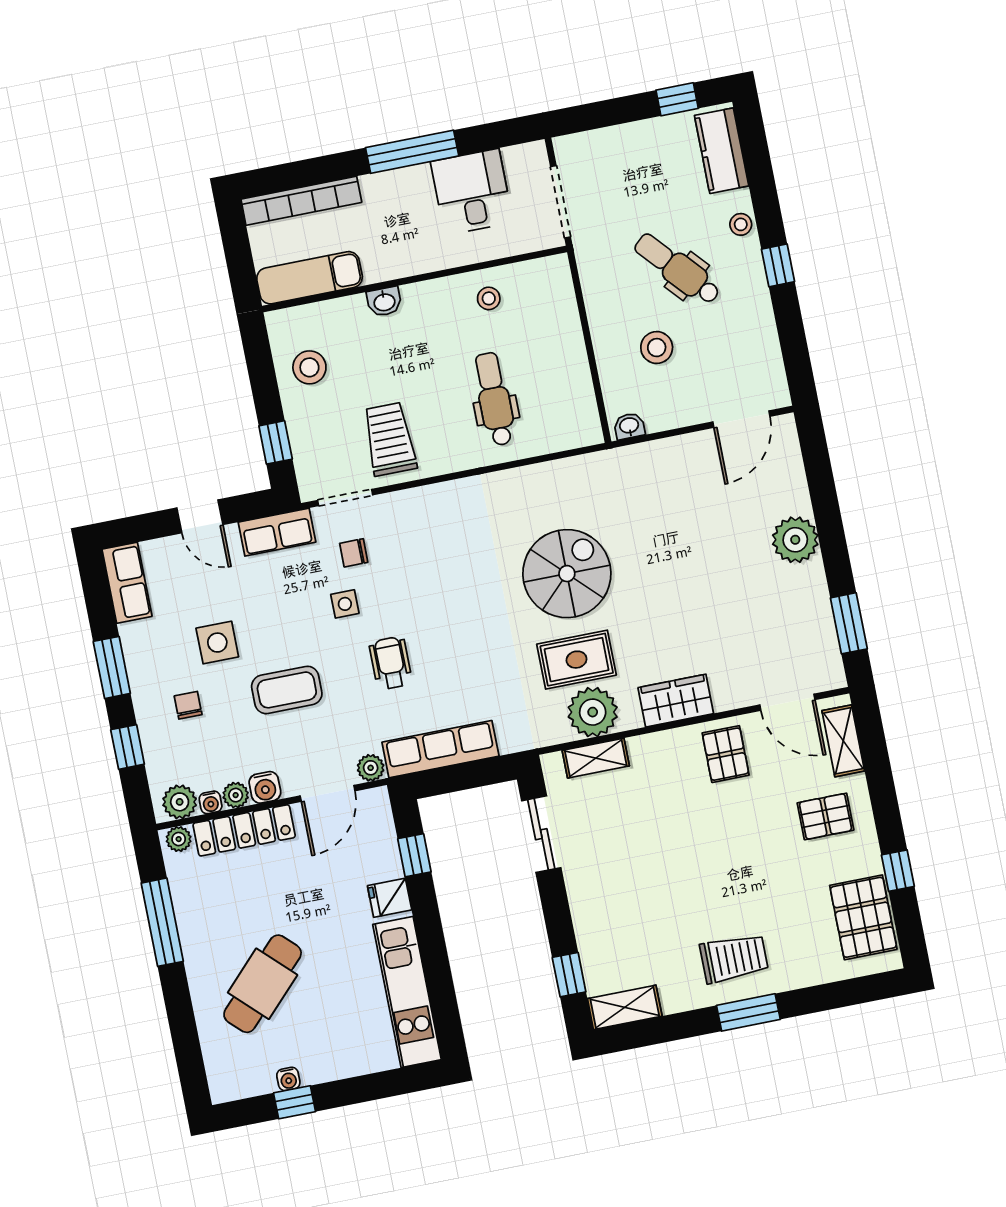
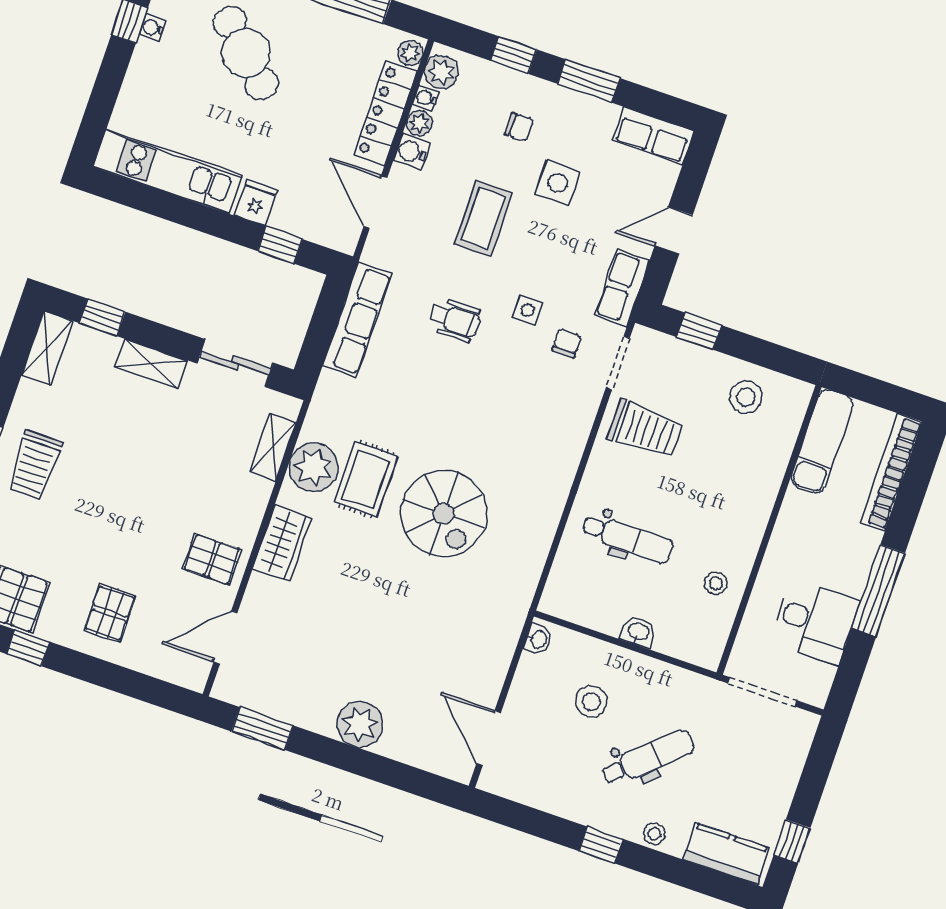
washbasin: (384, 302) -> (638, 632), moved, turned 90
shelving: (843, 741) -> (151, 364), moved
plant: (371, 768) -> (376, 251), removed

